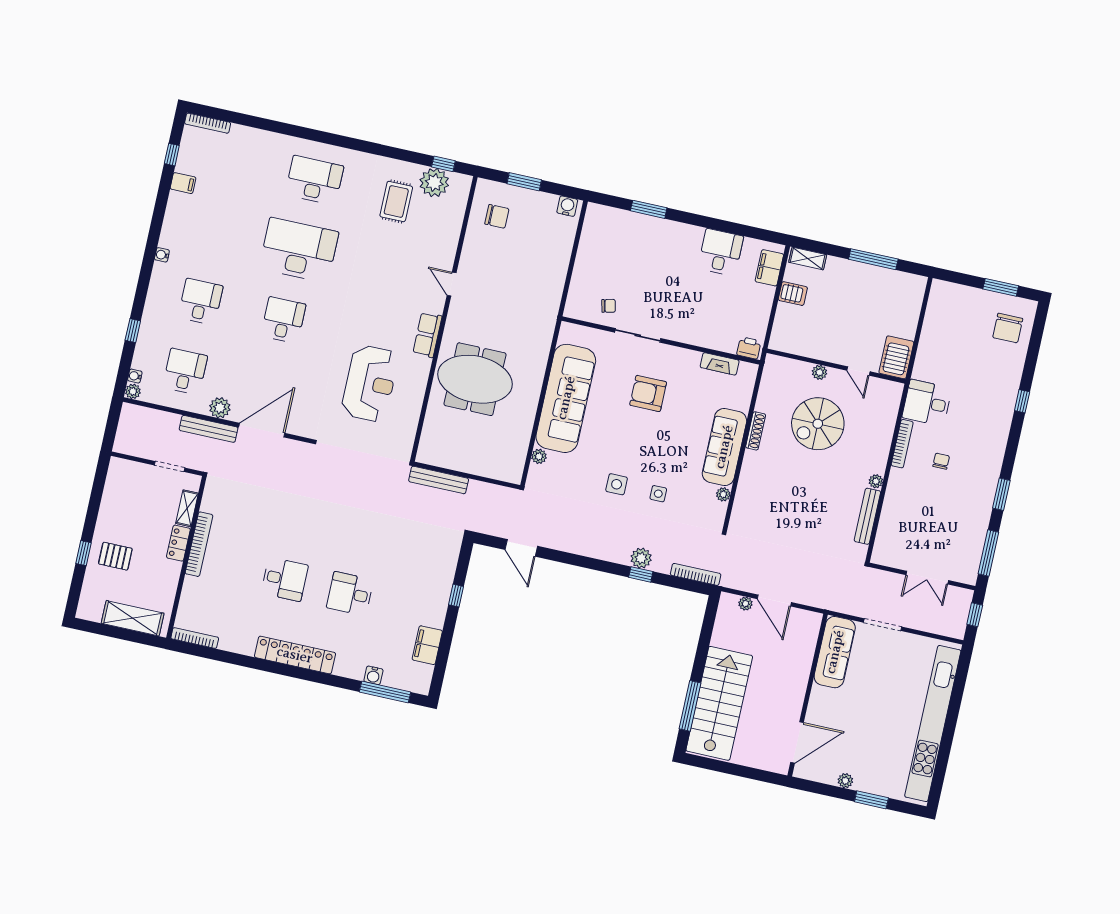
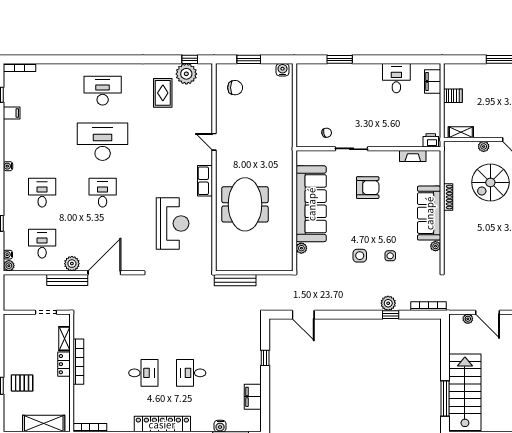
shelving: (808, 258) -> (461, 132), moved
meeting table: (475, 379) -> (245, 204), turned 90
armchair: (648, 393) -> (368, 188), turned 180

